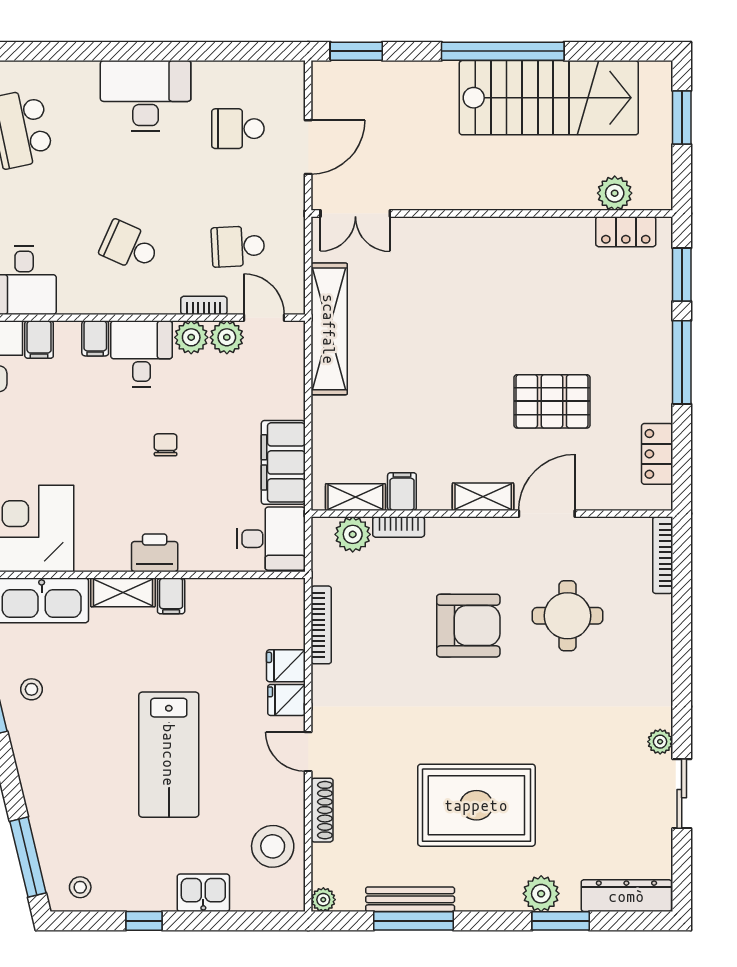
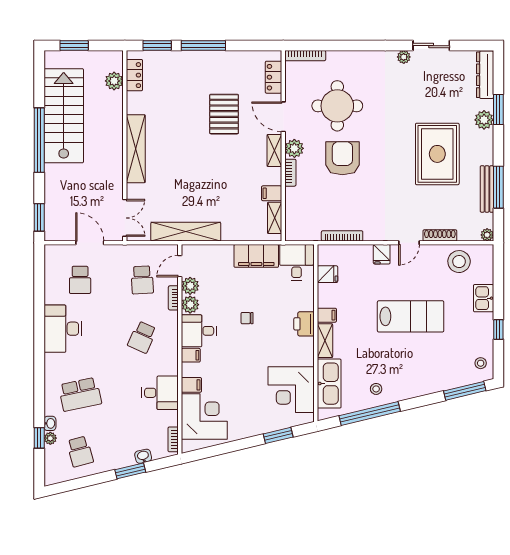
shelving: (486, 234) -> (136, 149), added
locker: (657, 454) -> (274, 77), moved, turned 90
bookcase: (399, 527) -> (290, 173), moved
plant: (353, 534) -> (294, 148), moved
round table: (567, 616) -> (337, 106), width x1.36, depth x1.36
fridge: (286, 666) -> (327, 274), moved, turned -90

